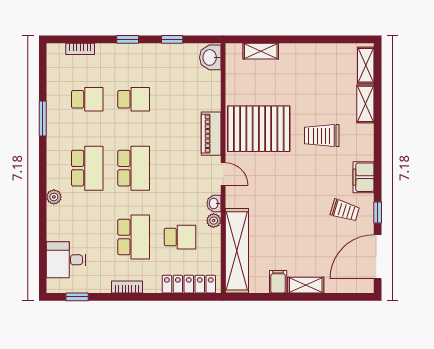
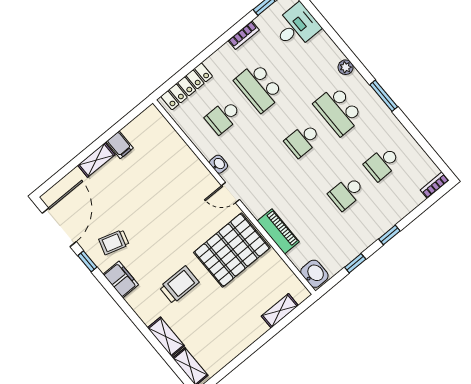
bookcase: (80, 49) -> (435, 185), moved
window: (43, 119) -> (384, 96), moved
piano: (211, 134) -> (278, 231), moved
school desk: (134, 168) -> (303, 140), width x0.54
plant: (214, 221) -> (208, 151), removed
shelving: (237, 251) -> (171, 142), removed
bookcase: (127, 287) -> (244, 35), moved

